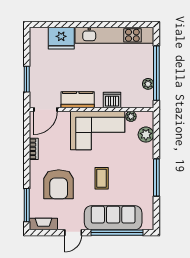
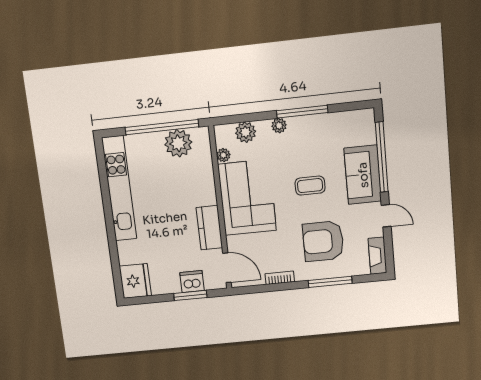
fridge: (61, 38) -> (135, 281), moved
plant: (148, 84) -> (178, 143), width x1.87, depth x1.87
dishwasher: (112, 100) -> (192, 282), moved, turned 90
plant: (148, 160) -> (279, 126), added
armchair: (59, 184) -> (323, 241), turned 180
window: (27, 205) -> (330, 282), moved
sofa: (113, 218) -> (363, 175), width x0.73

